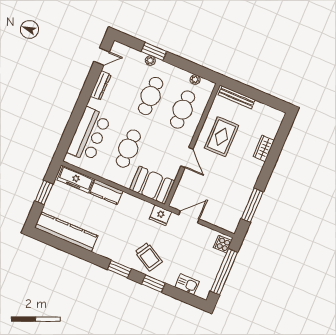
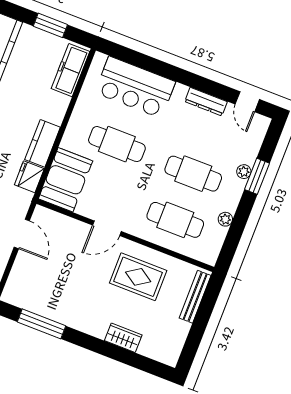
plant: (195, 80) -> (225, 219), moved
kitchen counter: (106, 192) -> (43, 143), moved
fridge: (160, 215) -> (29, 177), moved

